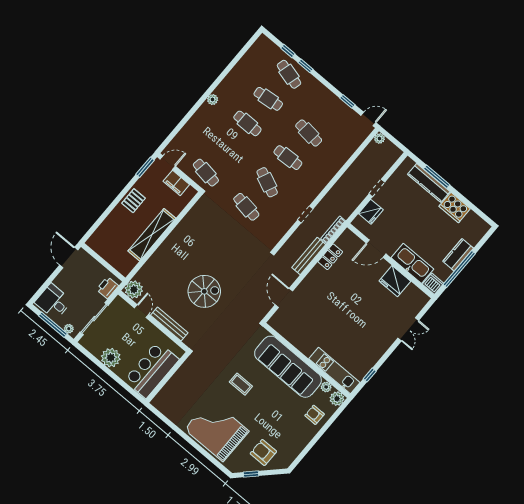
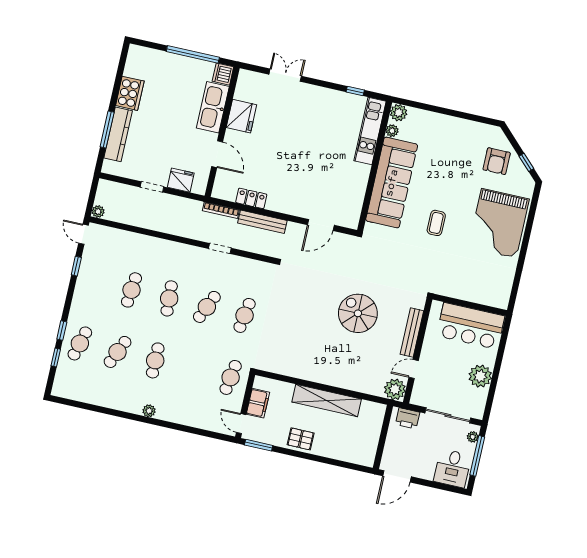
cafe table: (268, 99) -> (118, 352), turned 30
kitchen counter: (458, 255) -> (178, 63), removed
armchair: (315, 415) -> (428, 128), removed

